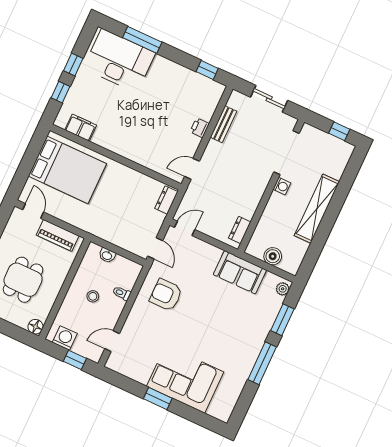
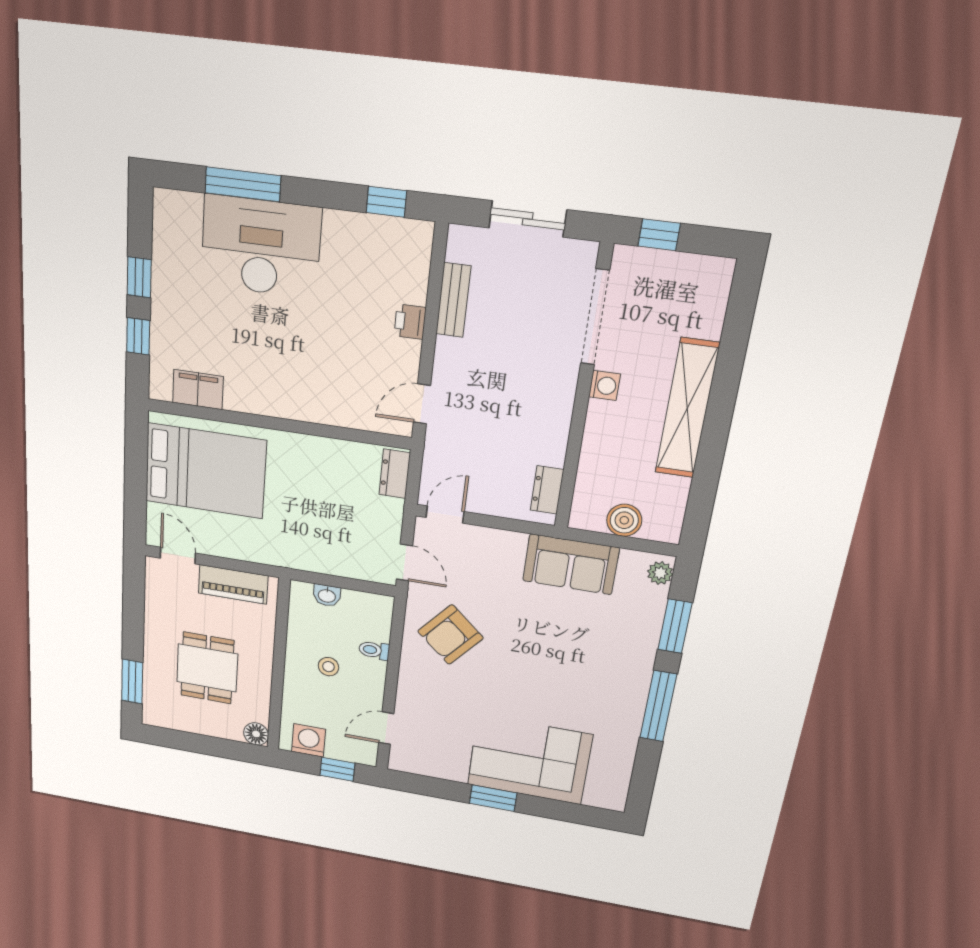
desk: (119, 61) -> (261, 247), moved
window: (339, 131) -> (659, 235), moved
armchair: (166, 295) -> (450, 635), turned -49

